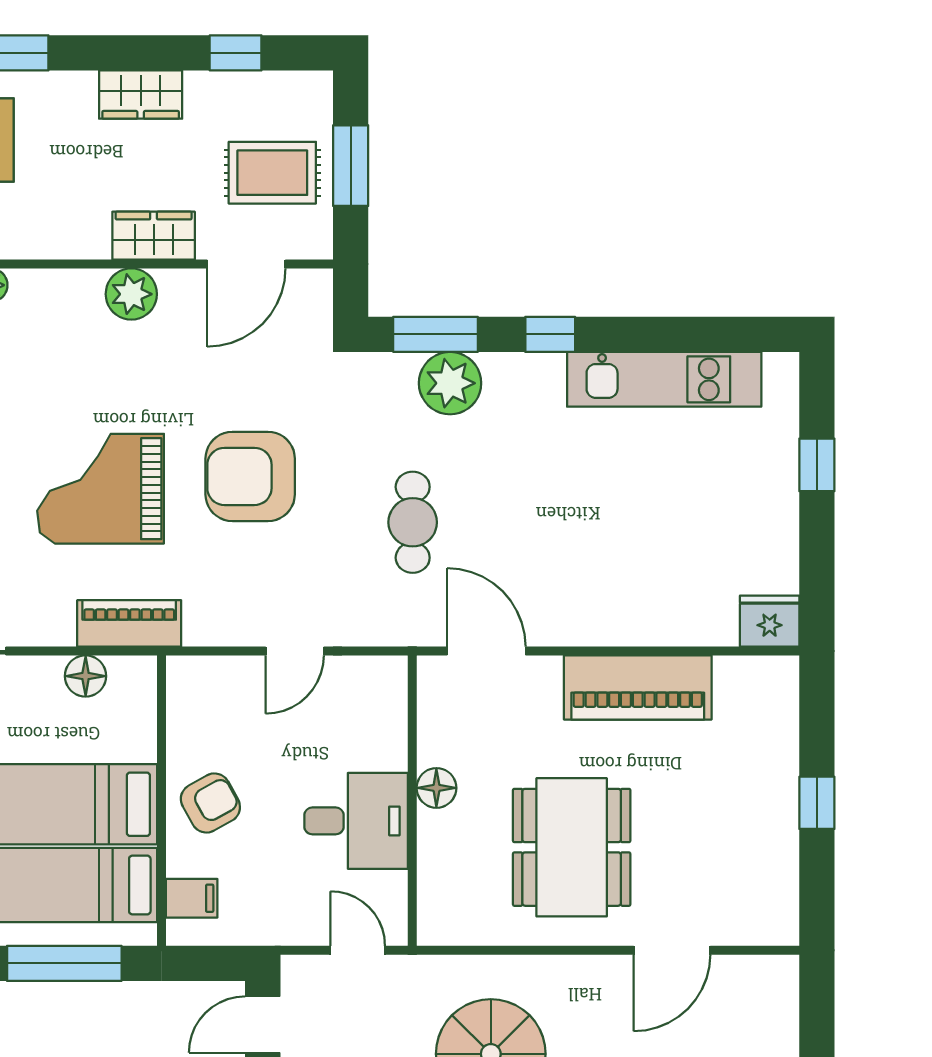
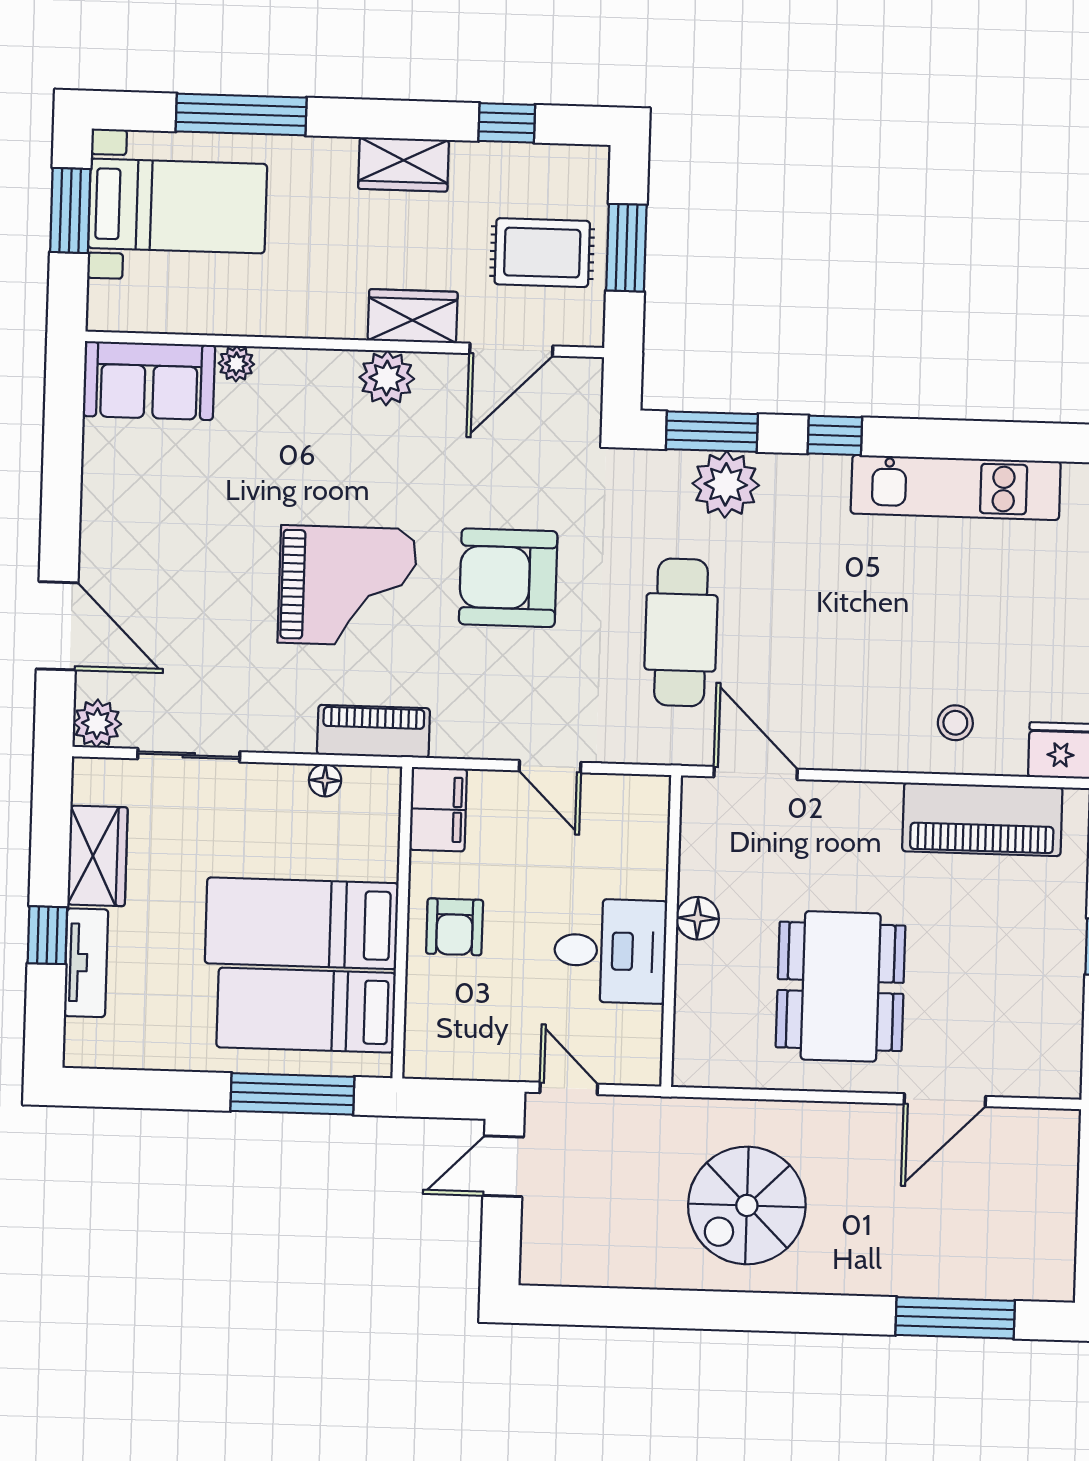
grand piano: (101, 489) -> (347, 586), turned 180
cafe table: (413, 522) -> (681, 632), width x1.37, depth x1.35
stool: (671, 598) -> (955, 723), added
door: (295, 651) -> (550, 767), hinge flipped
floor lamp: (86, 676) -> (325, 780), width x0.73, depth x0.73
piano: (638, 688) -> (982, 819), moved
armchair: (210, 803) -> (455, 927), turned 119
filing cabinet: (192, 898) -> (438, 809), moved, width x2.00
door: (358, 950) -> (569, 1088), moved

